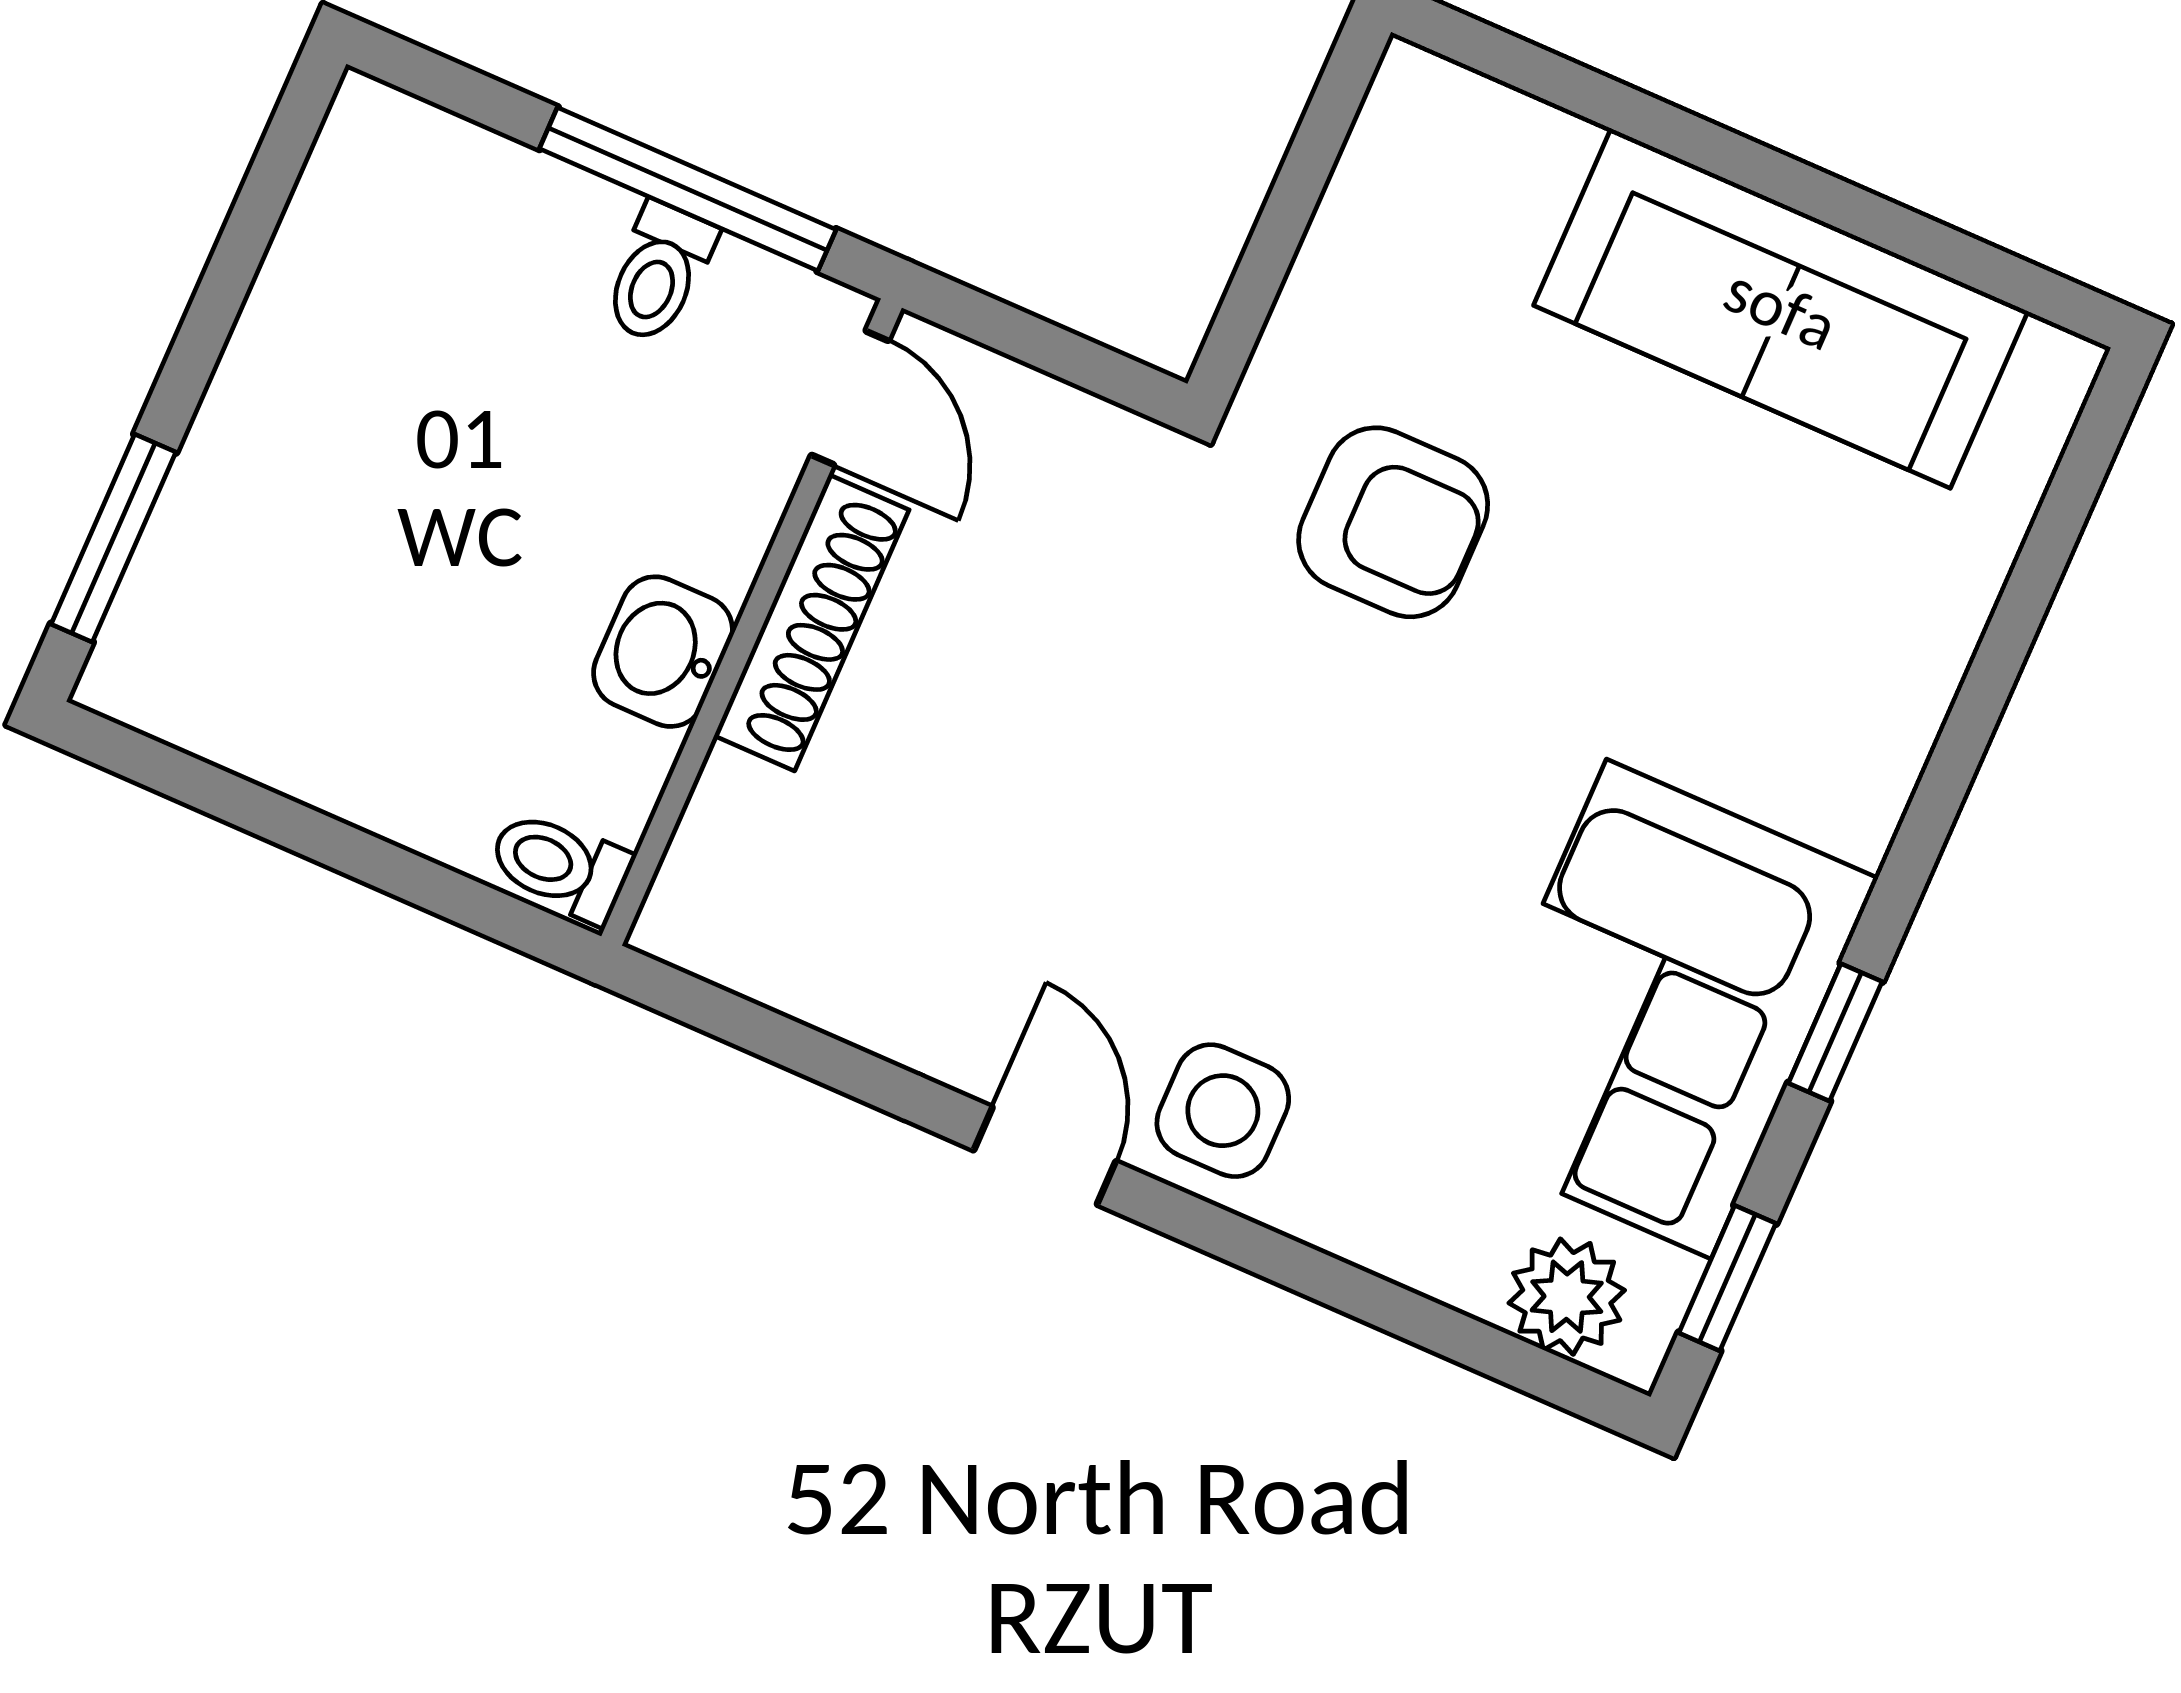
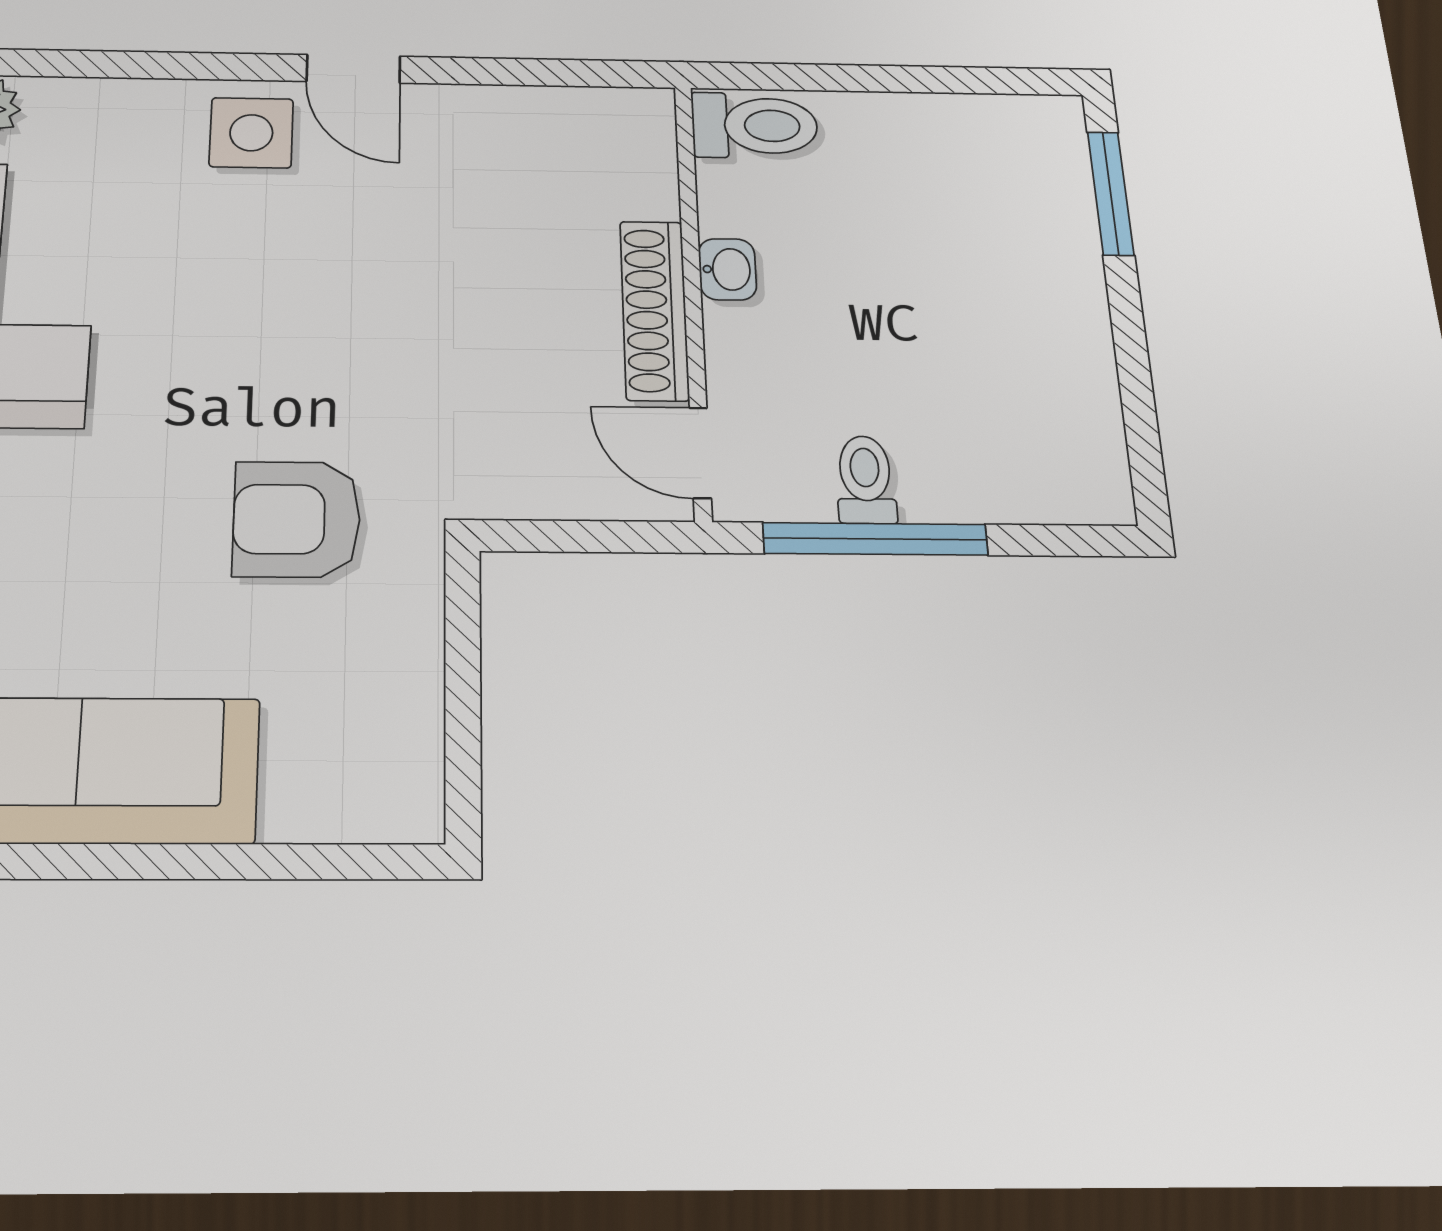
washbasin: (663, 652) -> (727, 269), width x0.72, depth x0.69
toilet: (560, 866) -> (755, 126), width x1.37, depth x1.39

